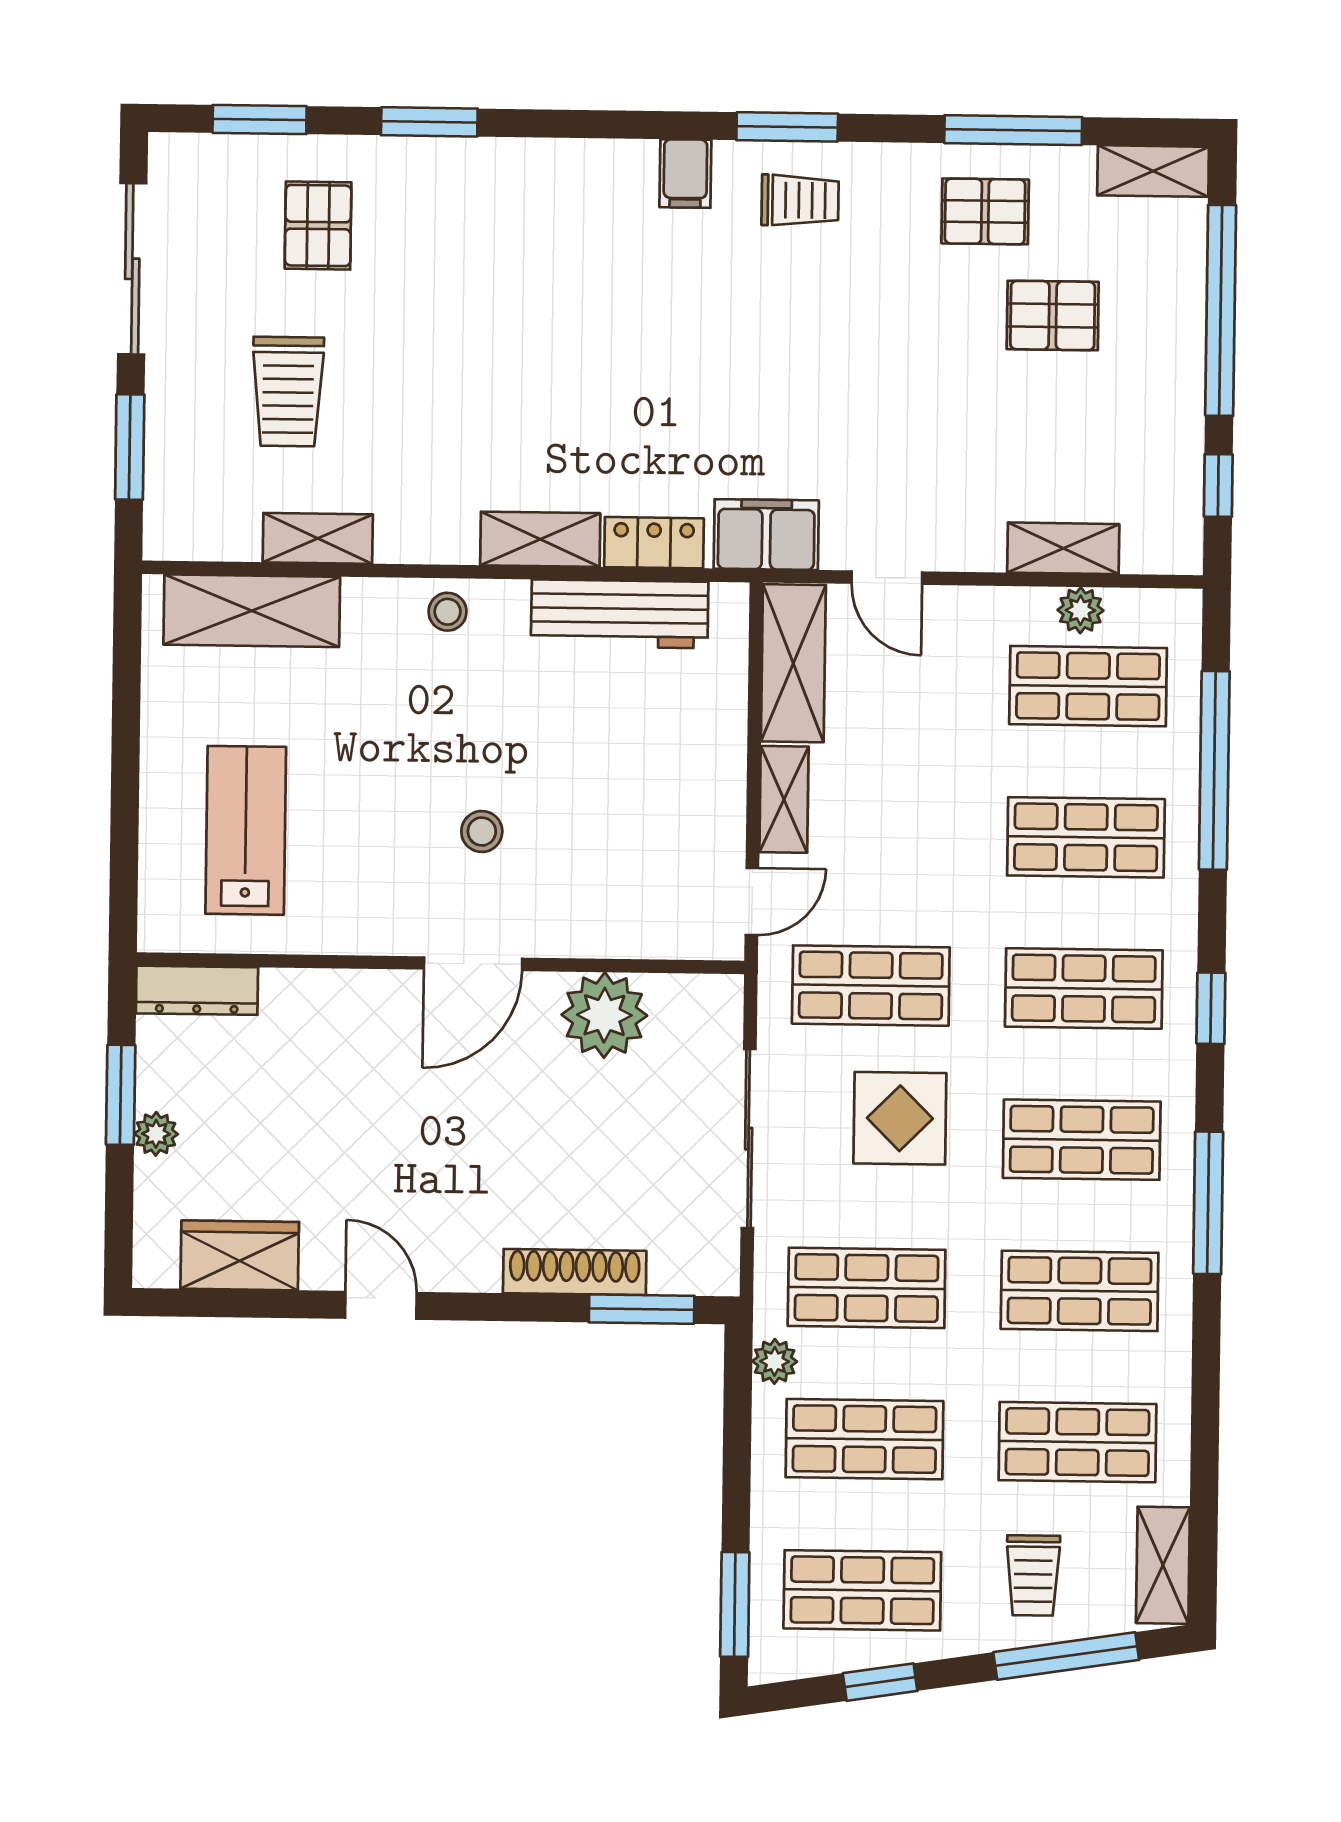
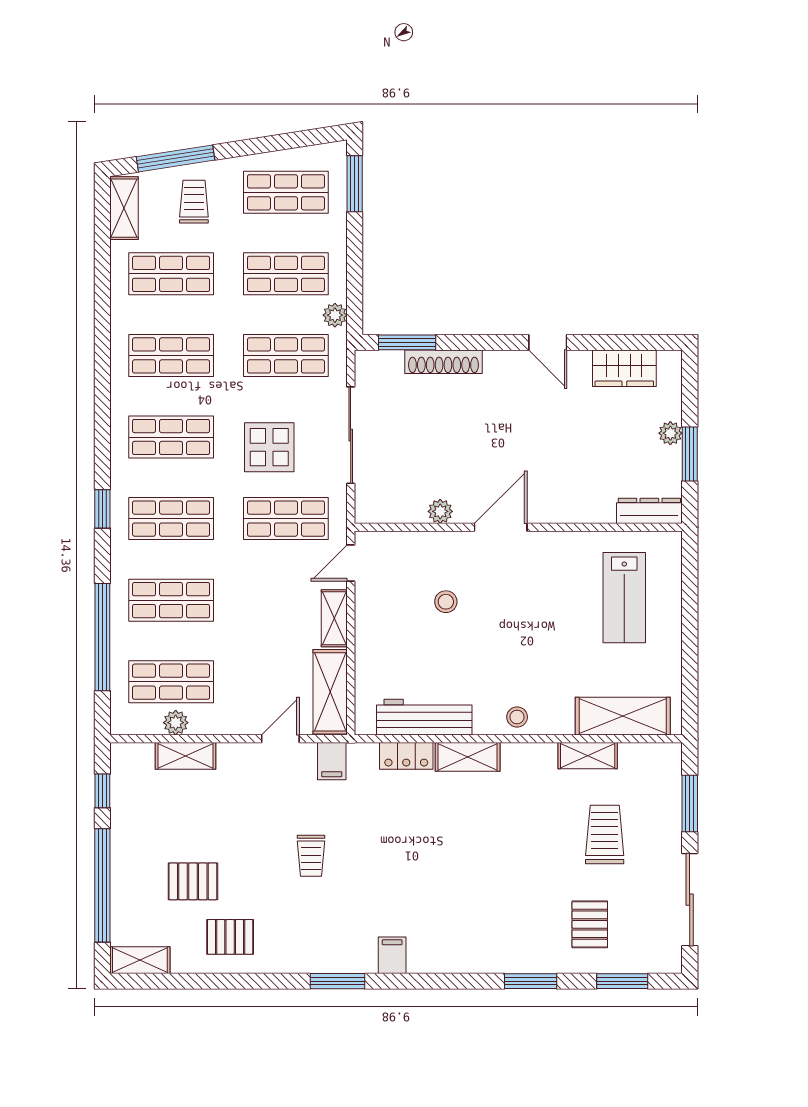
window: (1013, 130) -> (216, 981), removed
trolley: (800, 200) -> (311, 856), moved, turned -90
filing cabinet: (766, 535) -> (332, 761), width x0.50
door: (887, 578) -> (280, 739), hinge flipped
stool: (482, 831) -> (446, 602), moved
plant: (604, 1015) -> (440, 511), width x0.53, depth x0.53
window: (1208, 1203) -> (102, 404), removed
window: (880, 1682) -> (276, 143), removed

